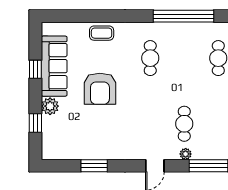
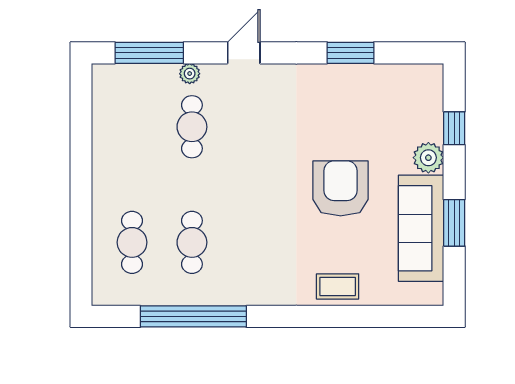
cafe table: (150, 58) -> (192, 242), moved
window: (35, 69) -> (454, 223), width x1.50

